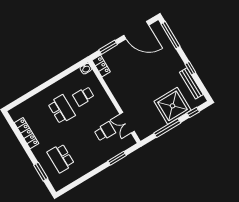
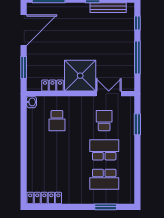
locker: (101, 66) -> (52, 86), moved
shower: (173, 106) -> (80, 76), moved
school desk: (61, 109) -> (104, 150), moved
double door: (127, 123) -> (109, 94), swing flipped
locker: (27, 133) -> (44, 198), moved

